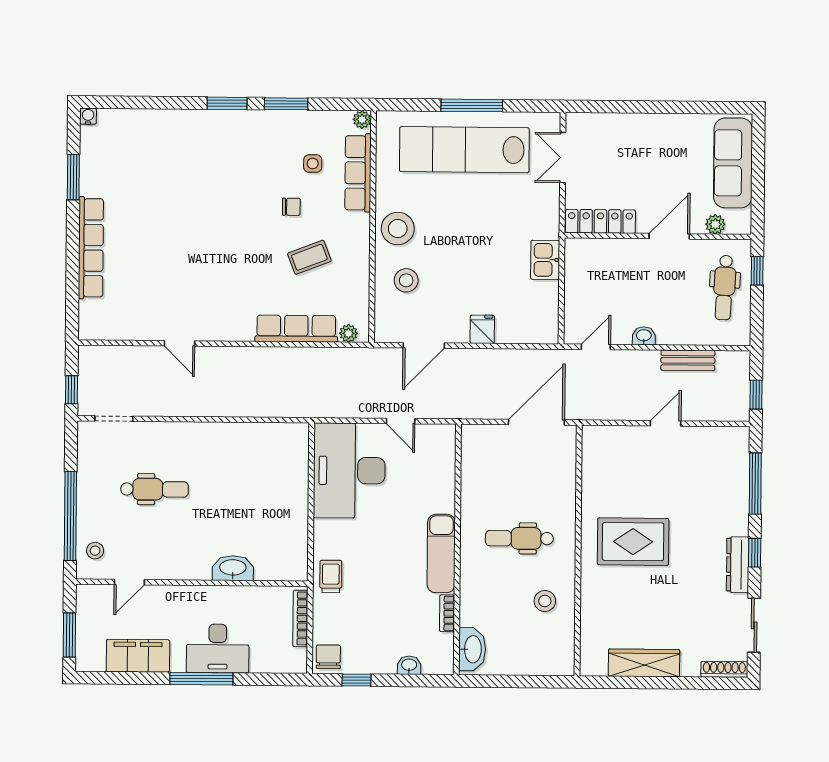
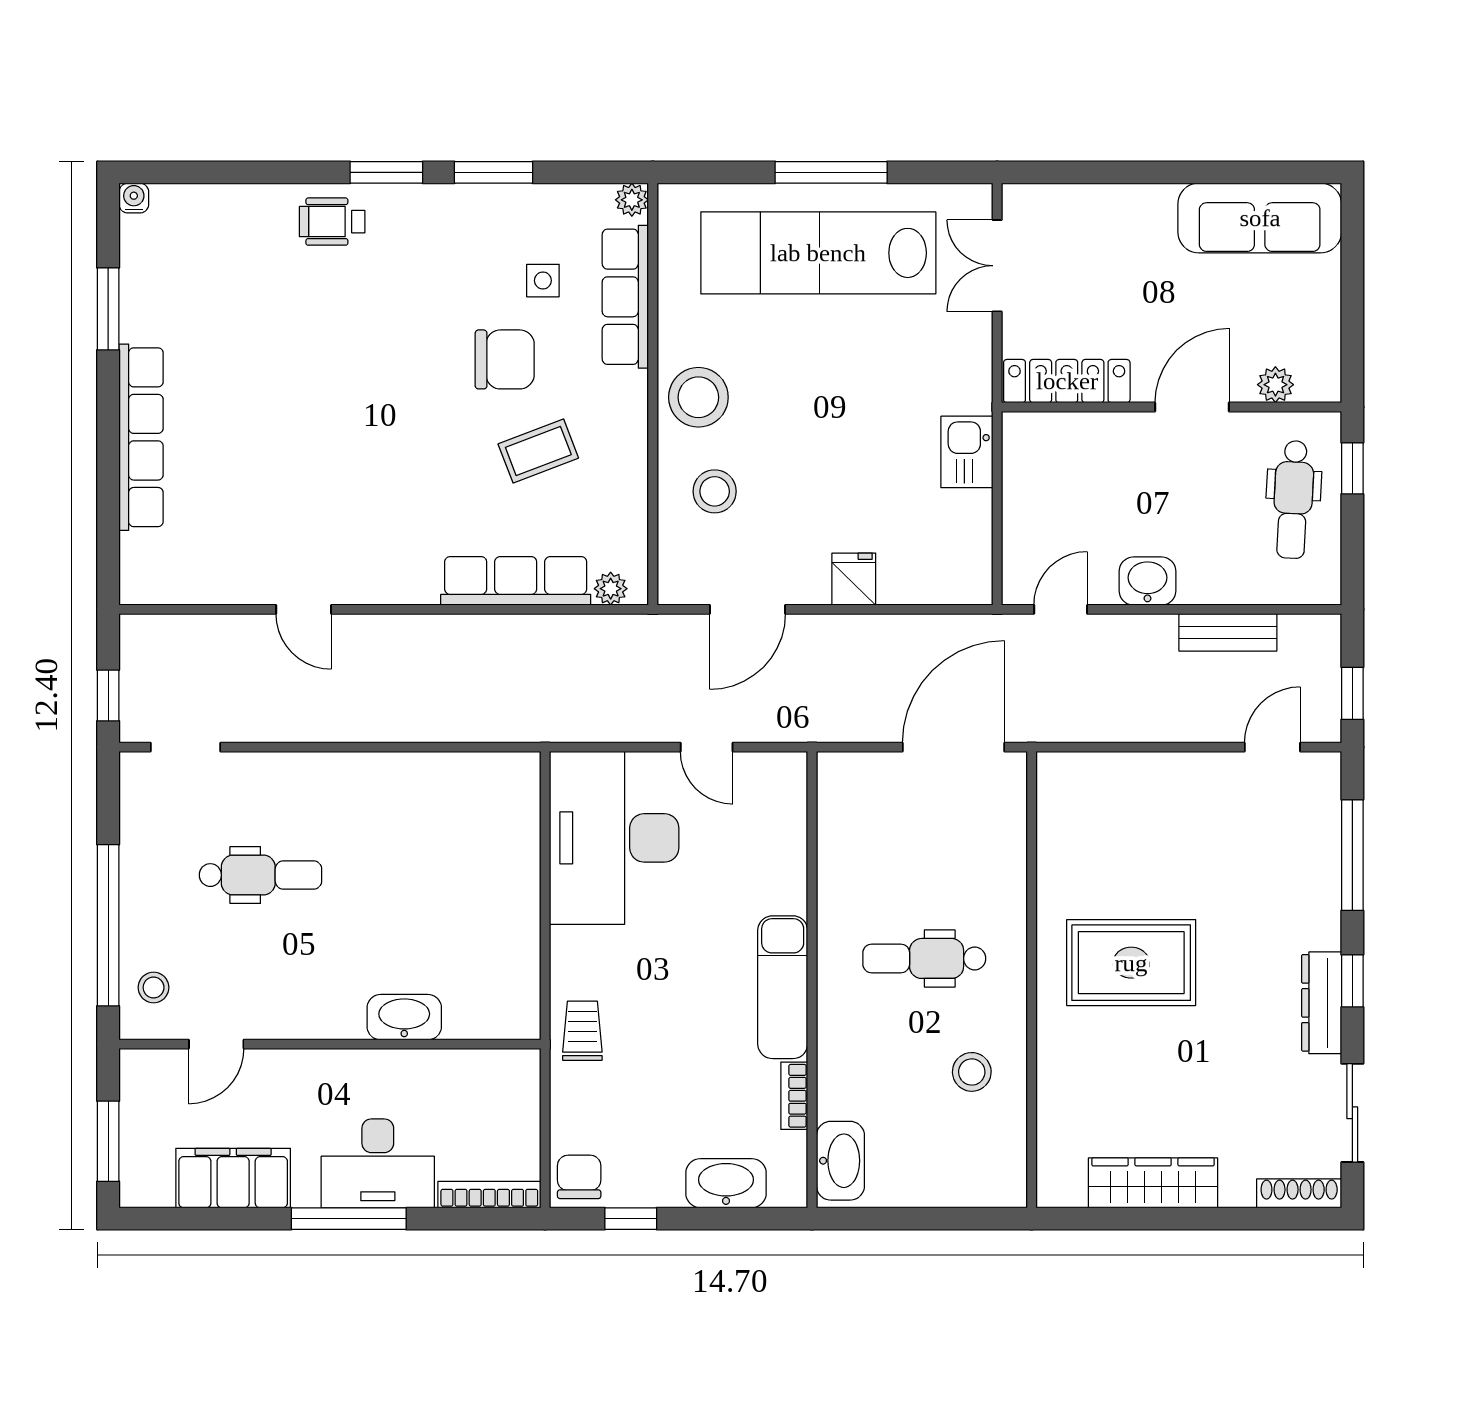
wheelchair: (197, 130) -> (332, 222), added
sofa: (733, 163) -> (1260, 218), moved, turned -90
chair: (291, 207) -> (505, 359), width x1.87, depth x1.87
washbasin: (644, 336) -> (1147, 581), width x1.38, depth x1.45
door: (666, 423) -> (1272, 747), moved
bookcase: (300, 618) -> (489, 1195), moved, turned 90
washbasin: (409, 665) -> (726, 1183), width x1.91, depth x1.45

